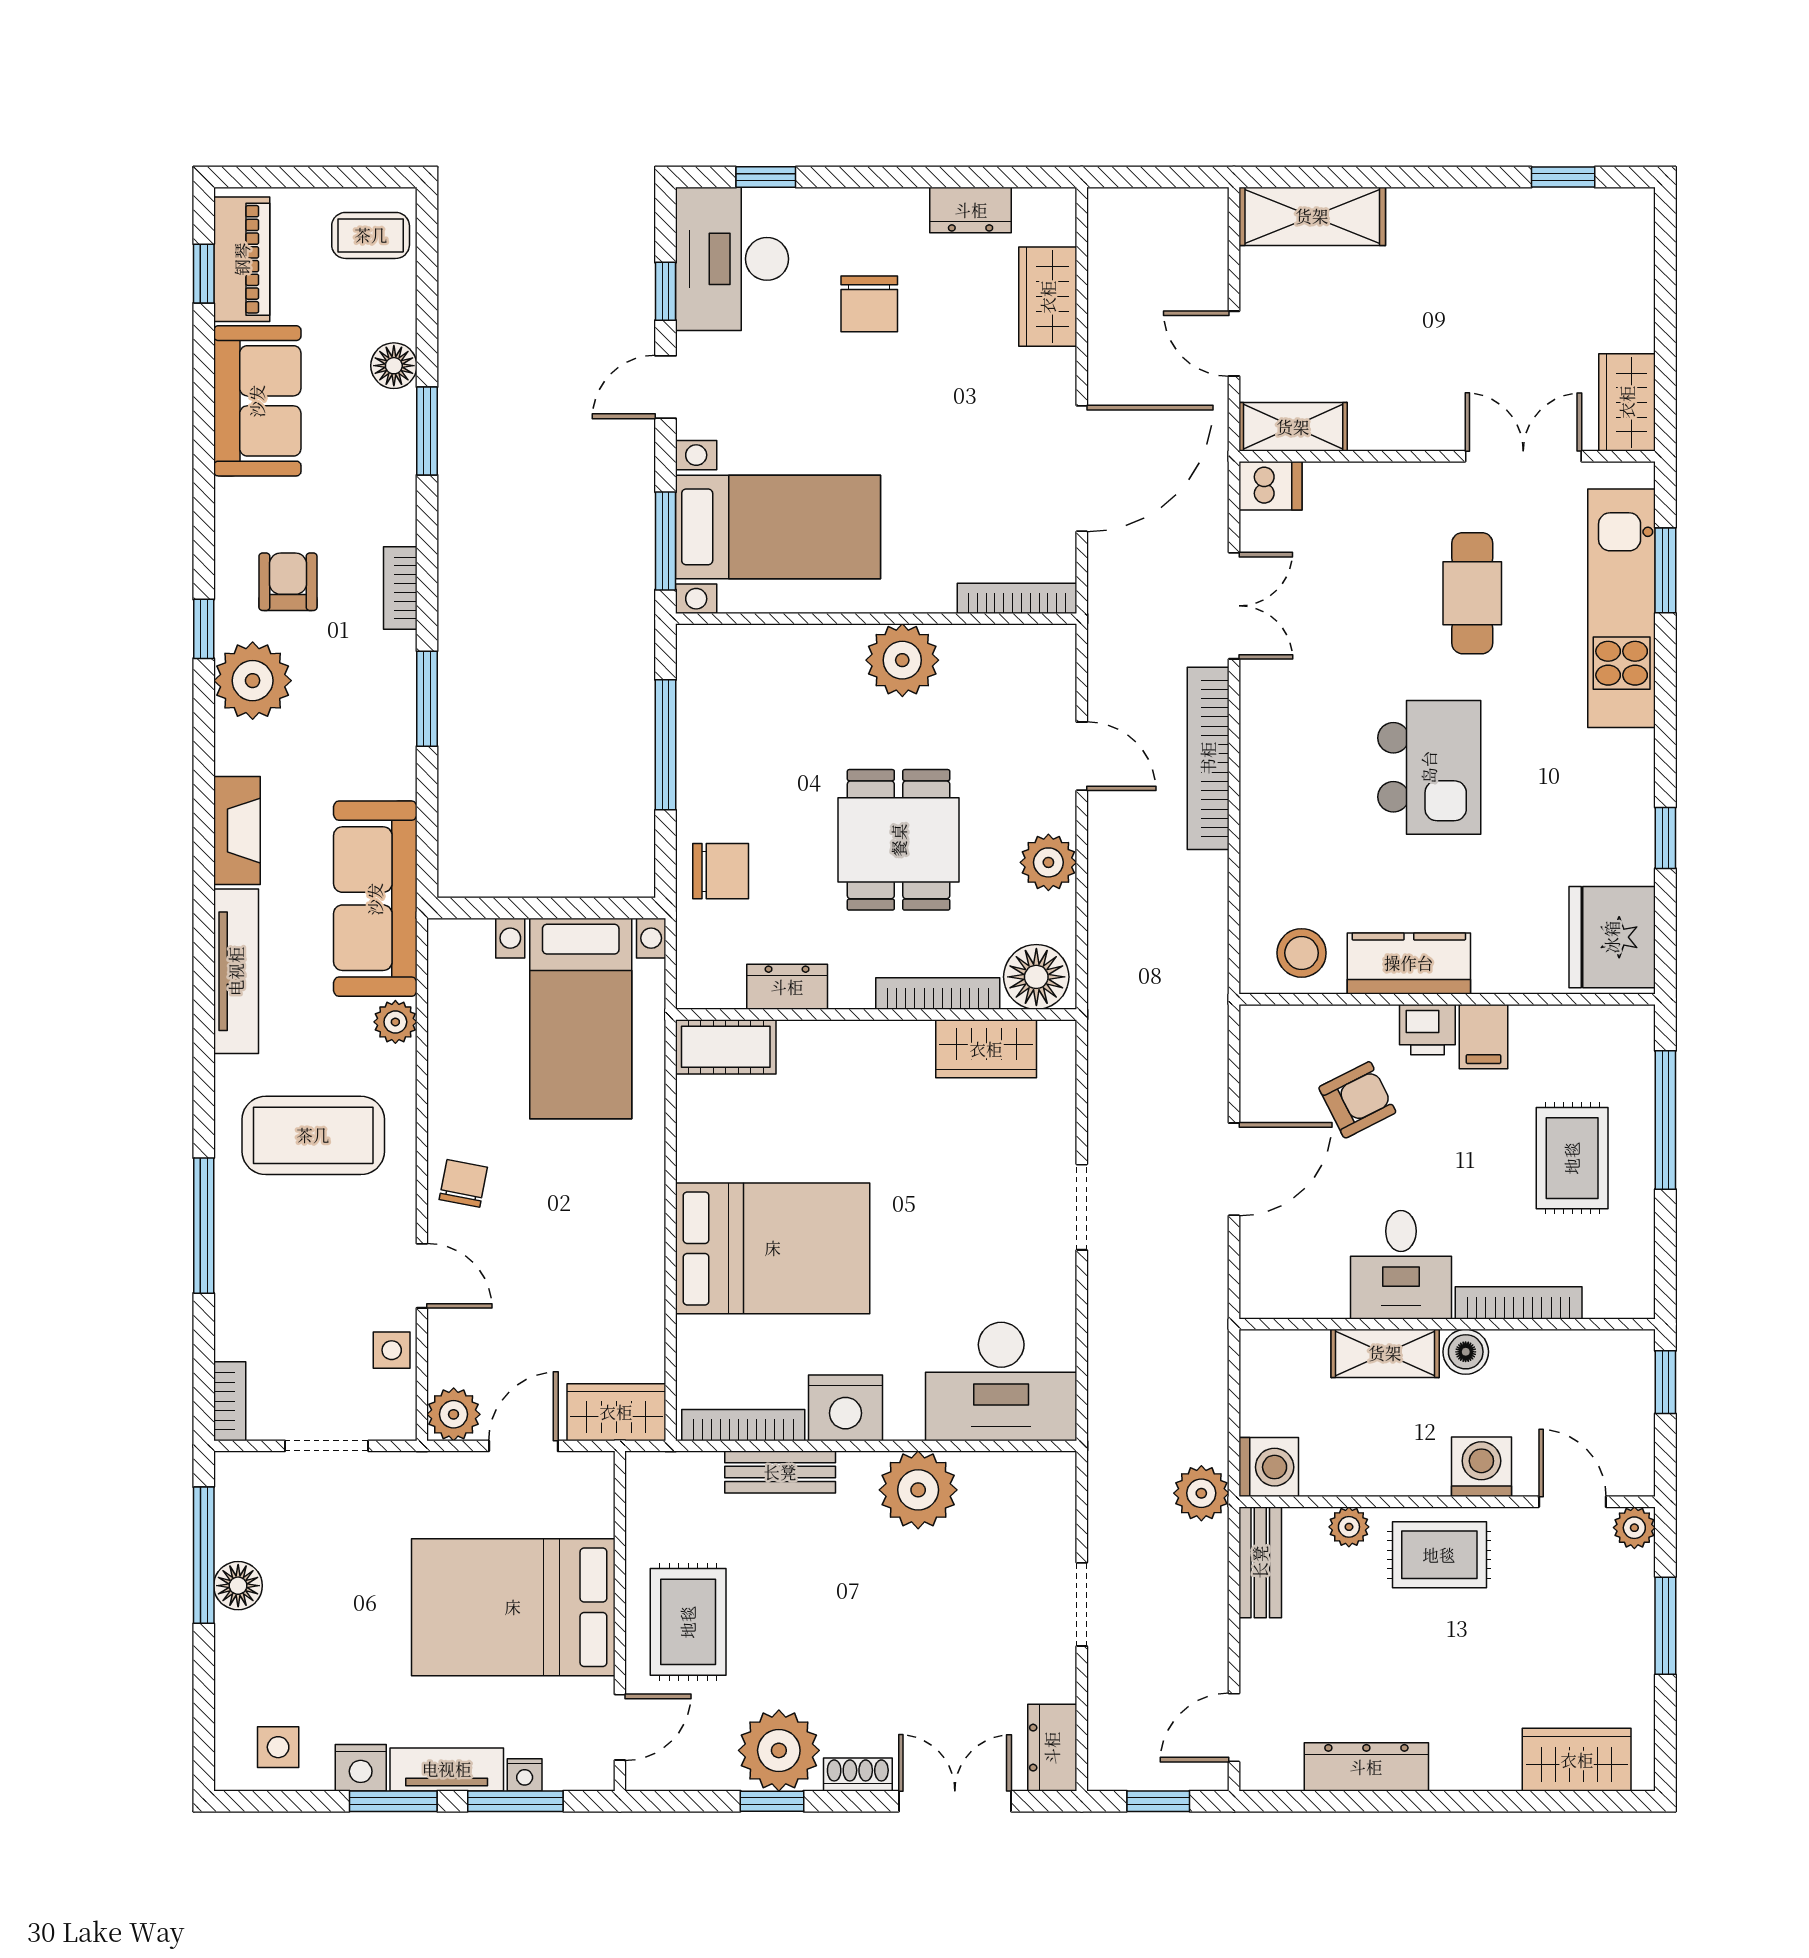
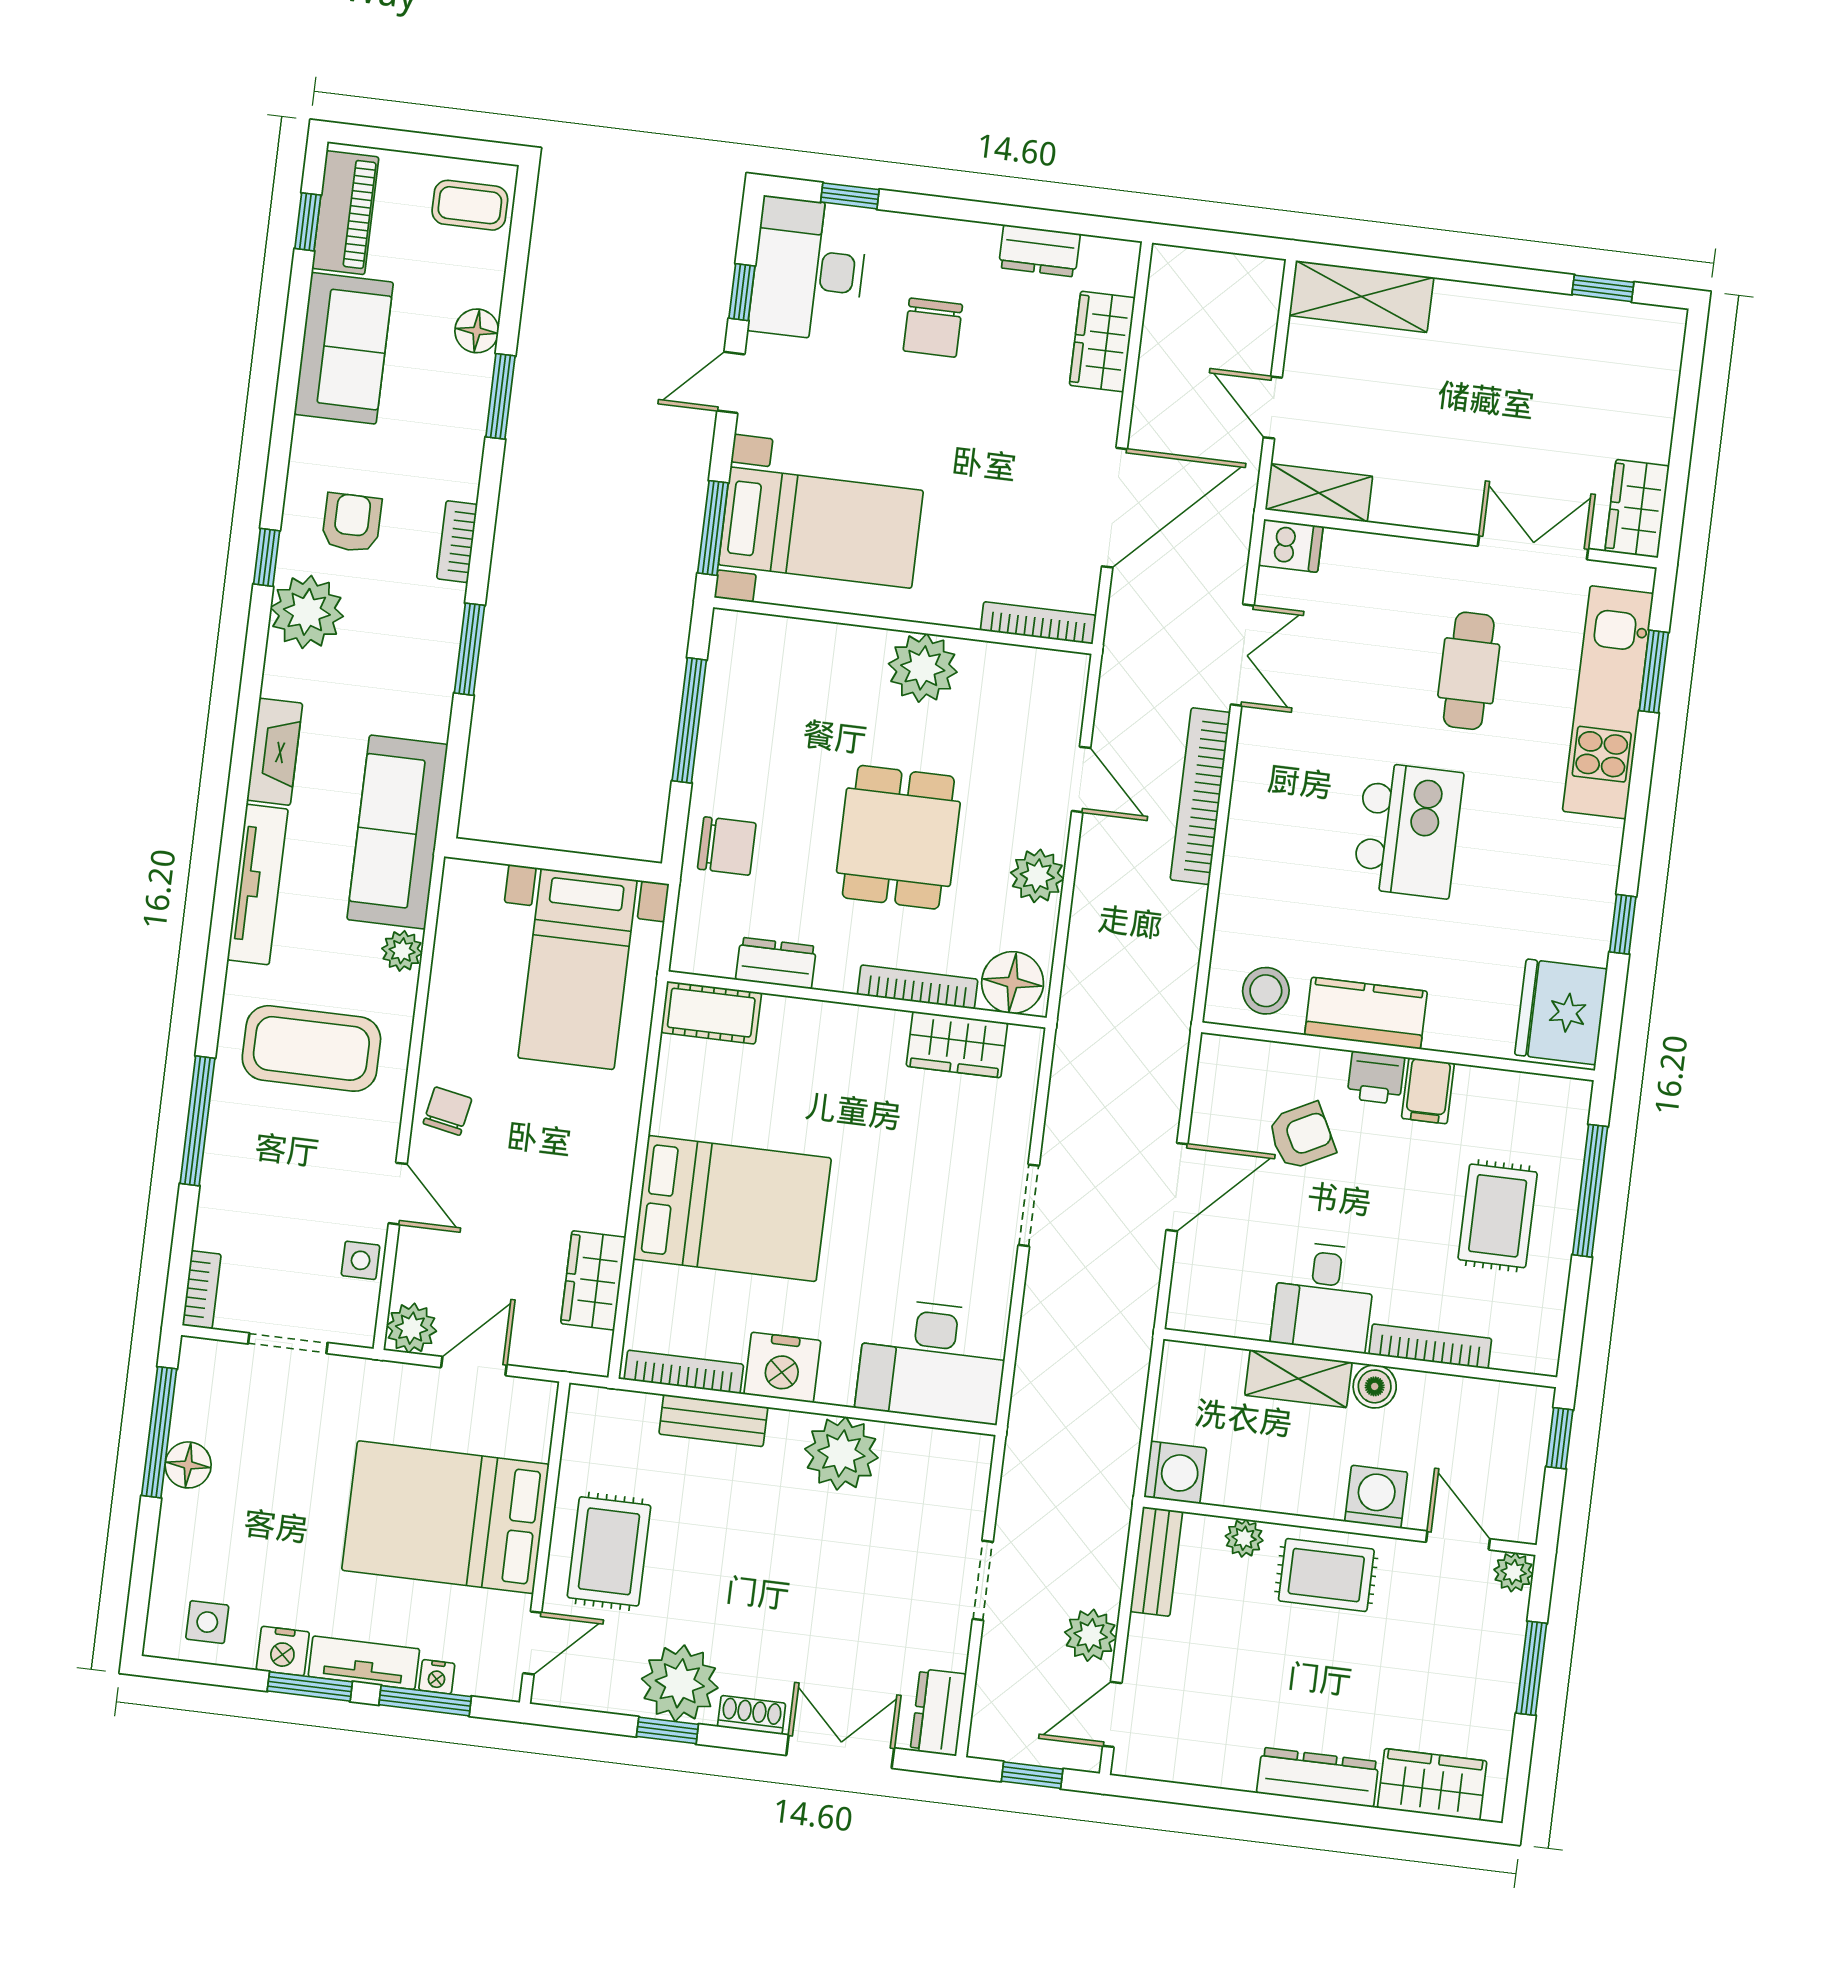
wardrobe: (616, 1412) -> (593, 1280), moved, turned -90
plant: (1201, 1493) -> (1091, 1635), moved
dresser: (1366, 1767) -> (1318, 1777), moved

